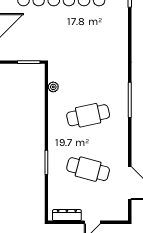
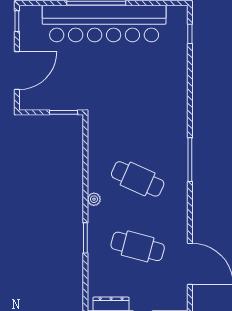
plant: (53, 87) -> (94, 199), moved
cafe table: (88, 115) -> (138, 179), turned 36

